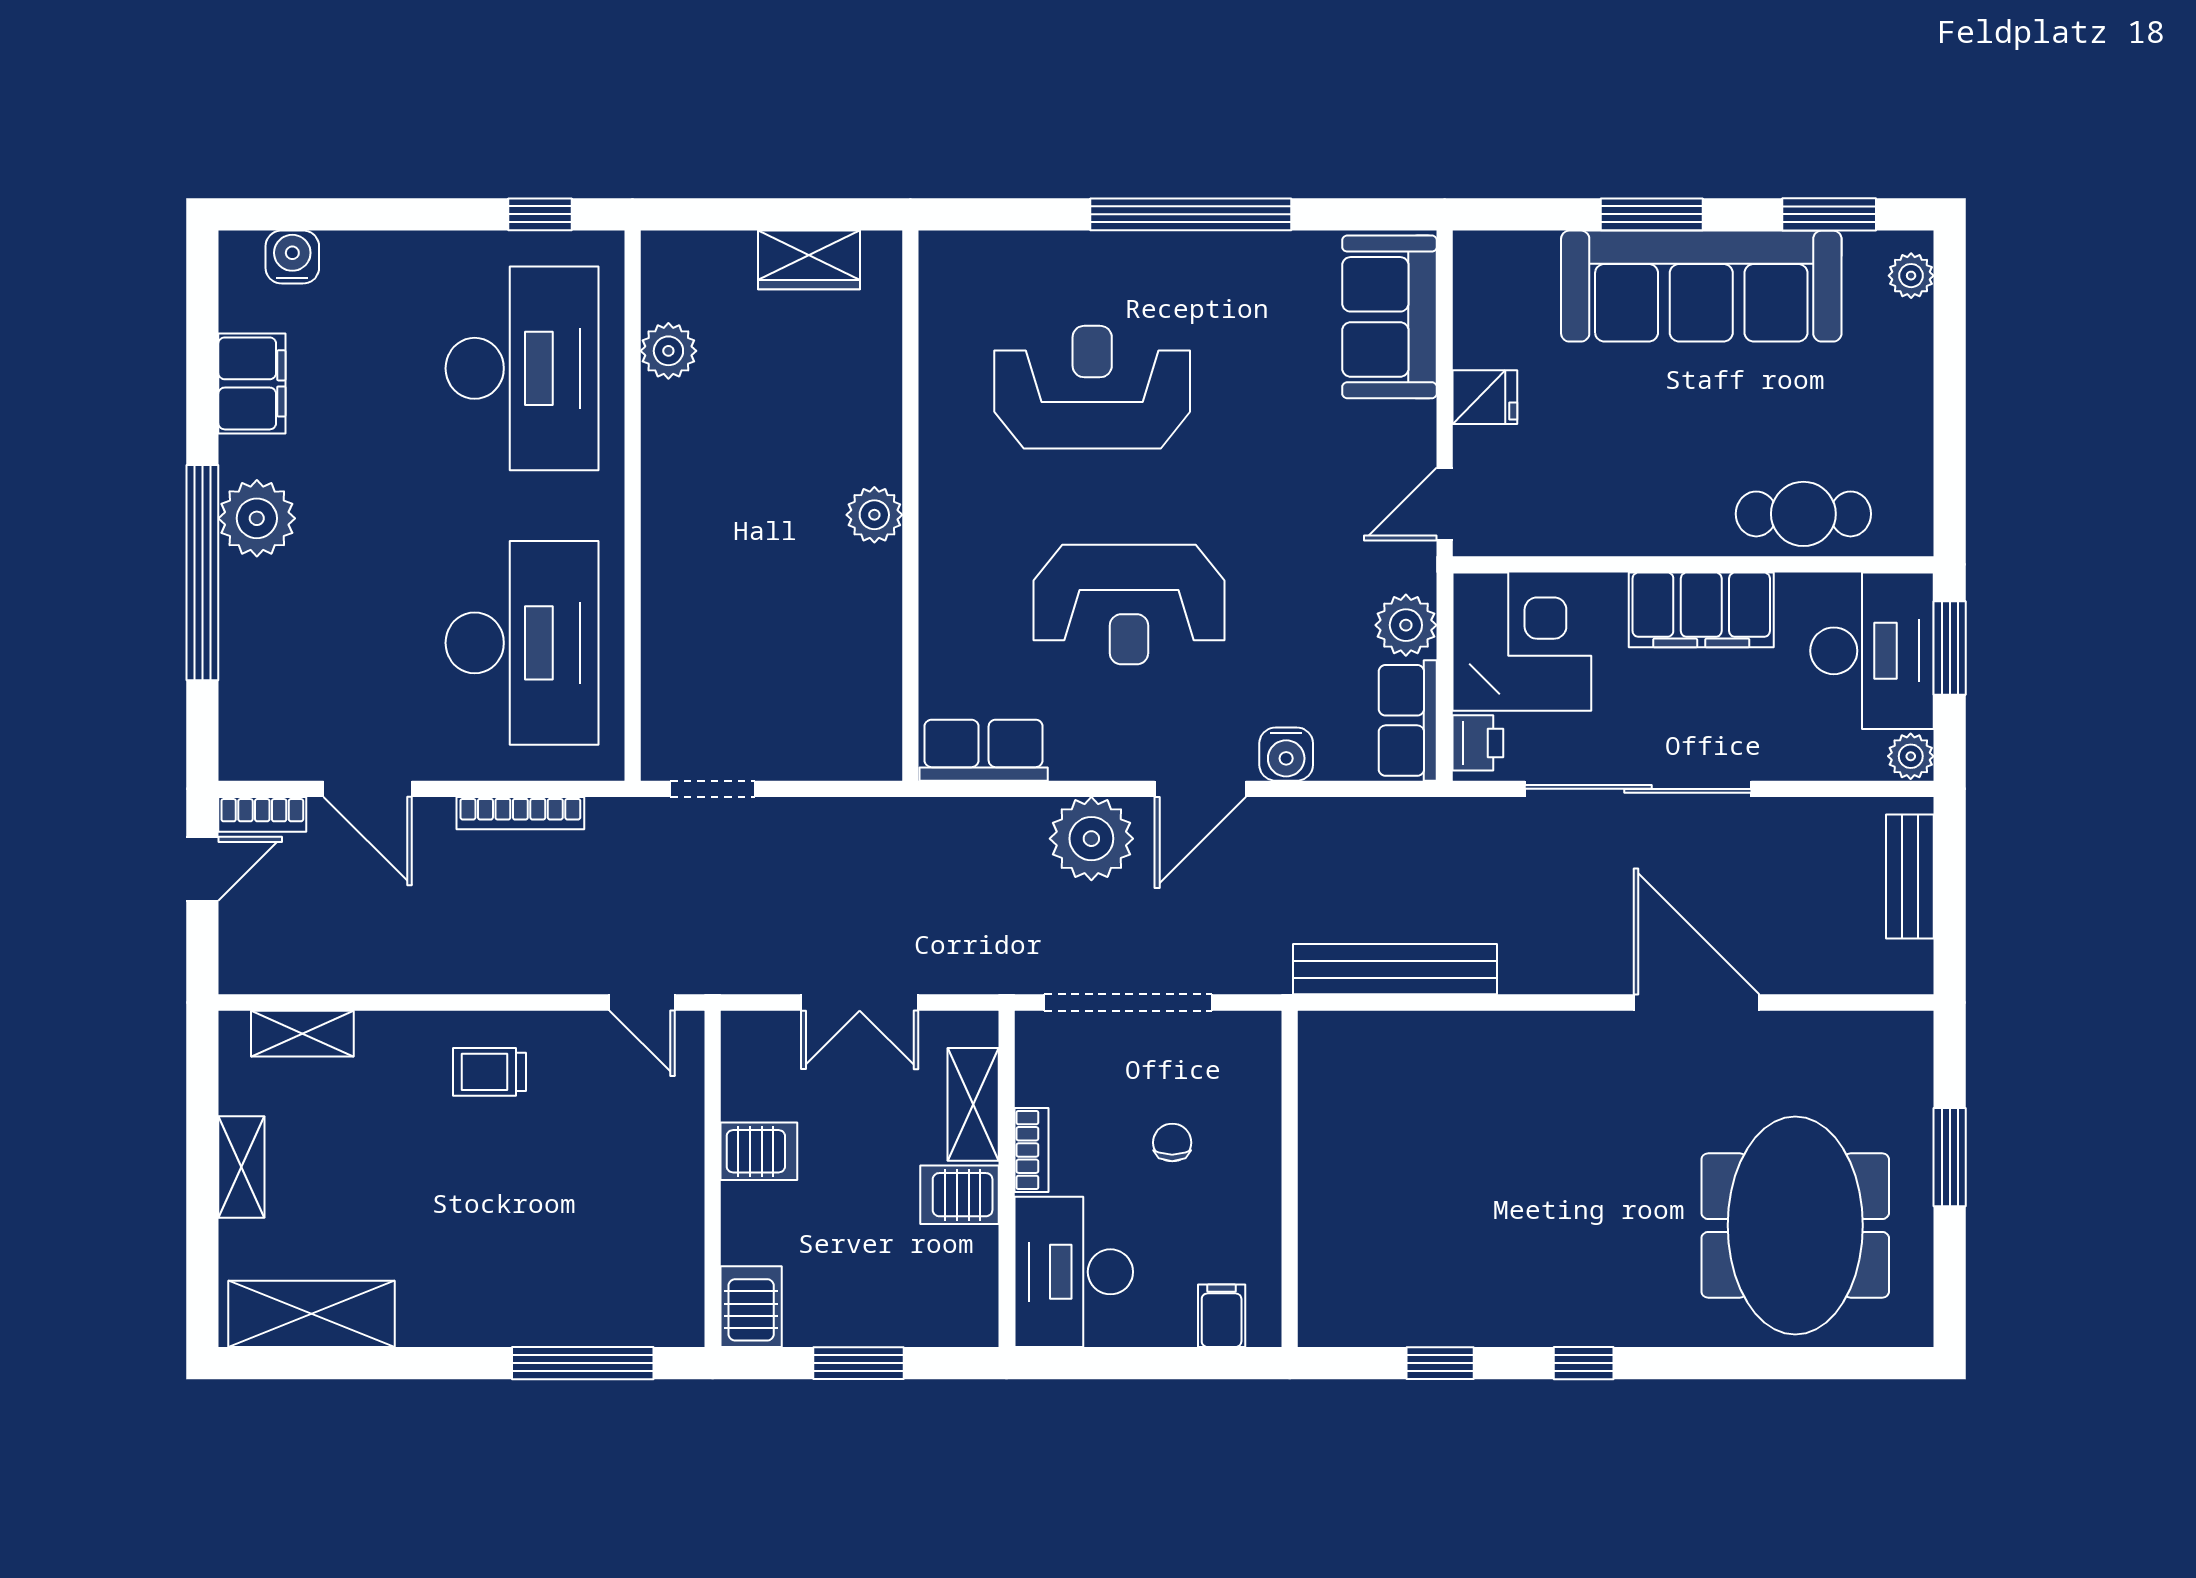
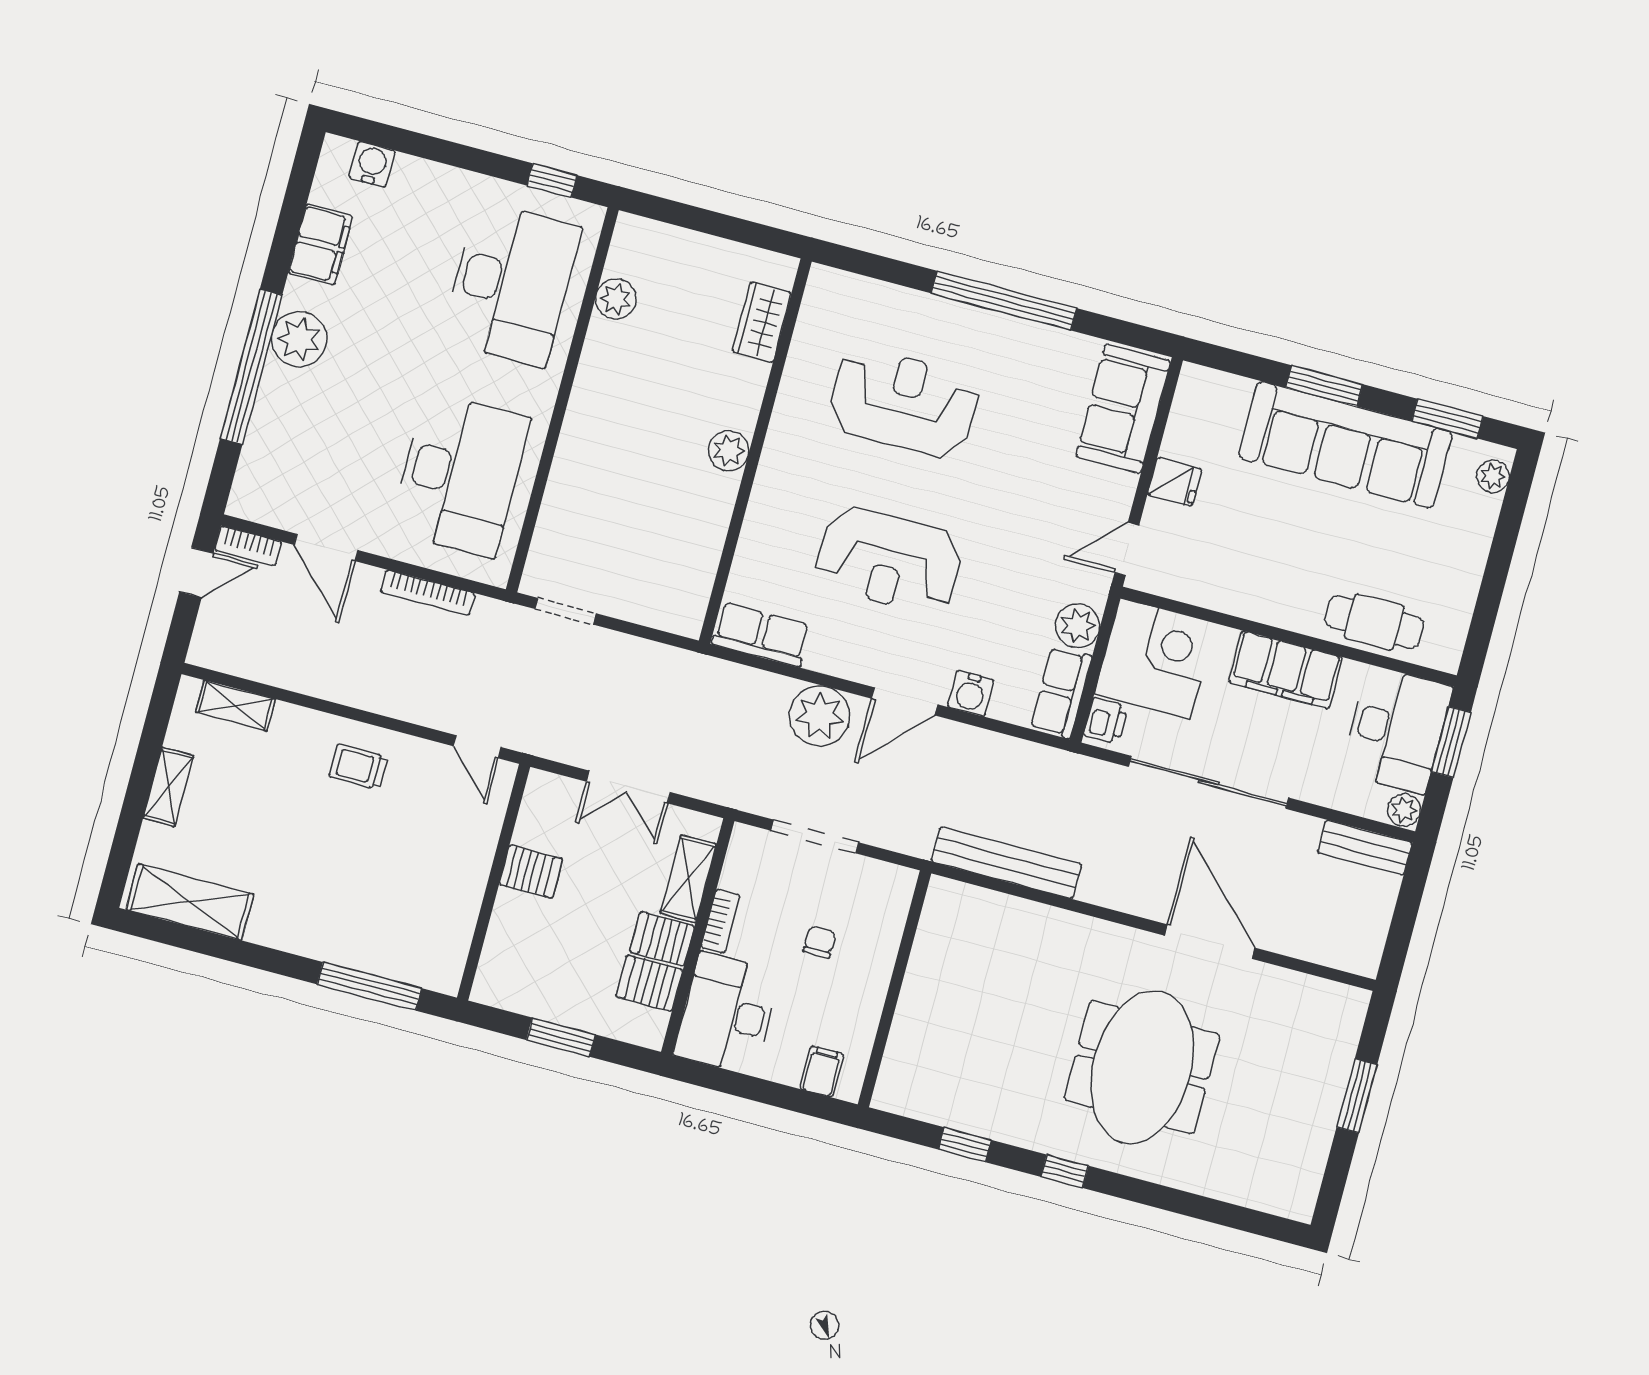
wardrobe: (809, 260) -> (762, 322), moved, turned 90
bench: (1910, 877) -> (1365, 848), moved, turned 90
doorway: (1128, 1003) -> (815, 837), width x0.73
meeting table: (1795, 1225) -> (1142, 1067), moved
server rack: (751, 1307) -> (649, 983), moved, turned -90

